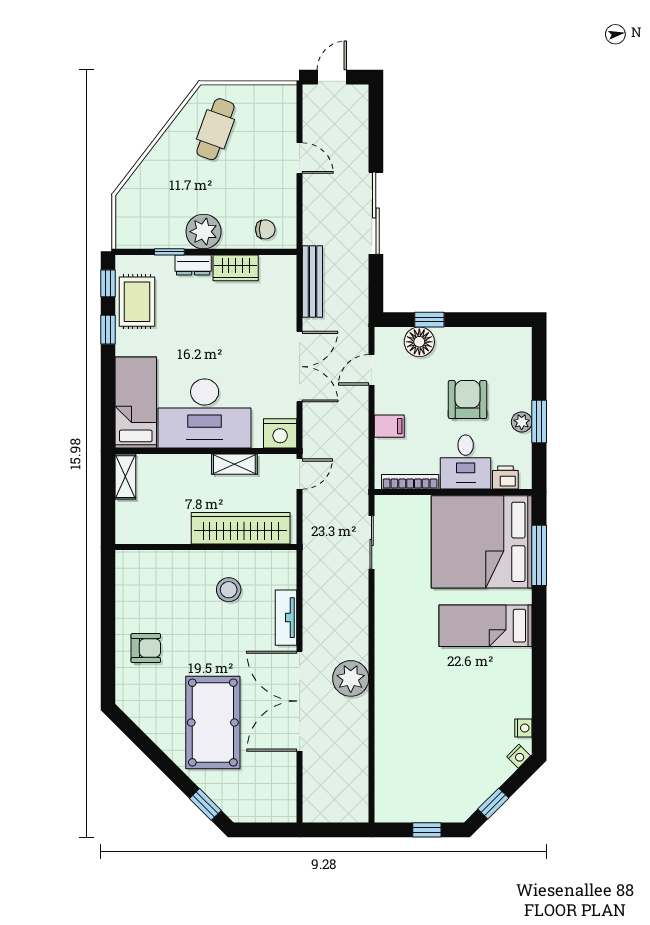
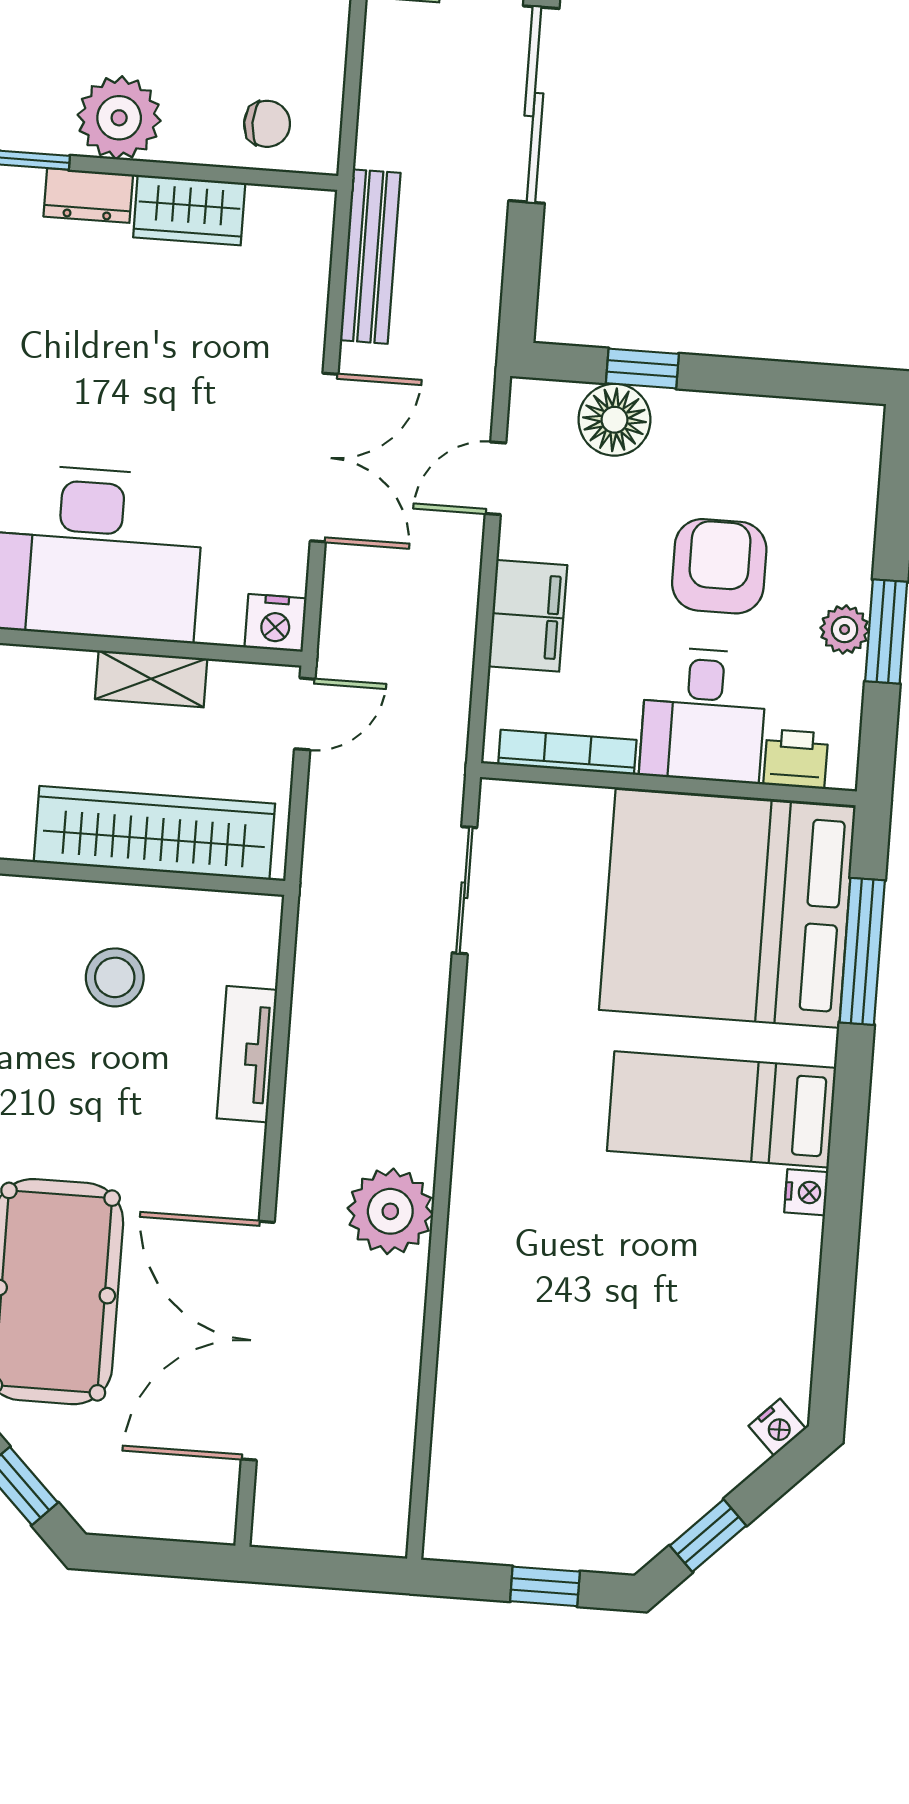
filing cabinet: (389, 426) -> (528, 616), width x2.00
nightstand: (280, 433) -> (276, 623), width x0.74, depth x0.75
double door: (300, 701) -> (258, 1341), moved
nightstand: (523, 728) -> (806, 1192), moved

